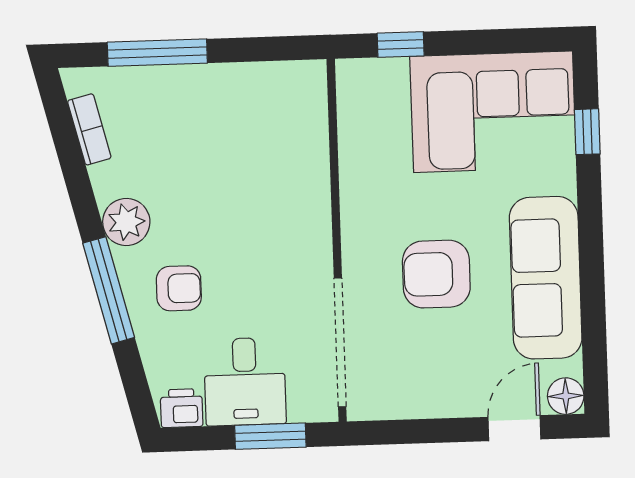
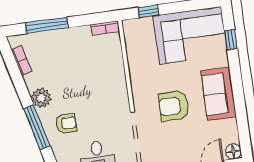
bookcase: (294, 73) -> (105, 28), added
sofa: (546, 278) -> (218, 94), width x0.73

